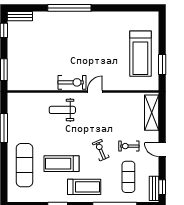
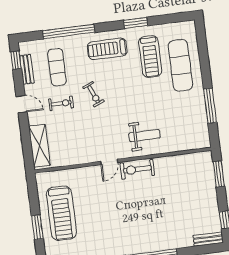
treadmill: (140, 54) -> (61, 213), turned 180
window: (162, 65) -> (37, 227), moved
treadmill: (62, 164) -> (150, 57), moved, turned 90
bench: (154, 188) -> (27, 69), moved

